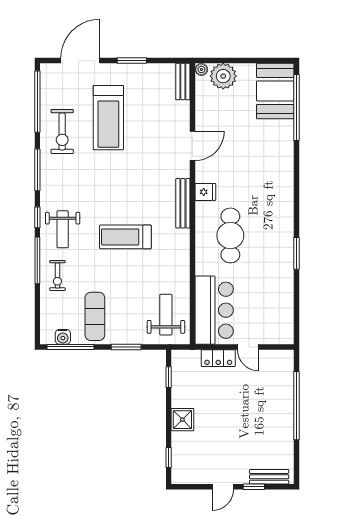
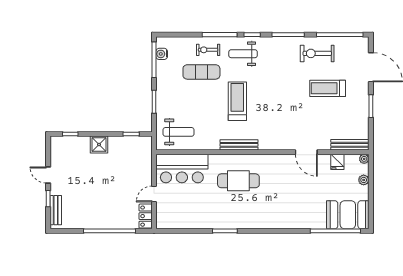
plant: (223, 76) -> (364, 180), width x0.53, depth x0.53
bench: (183, 82) -> (350, 145), width x1.36
treadmill: (108, 118) -> (328, 88), width x0.73, depth x0.73
fridge: (205, 192) -> (337, 162), moved
bench: (183, 203) -> (239, 145), moved
exercise mat: (95, 316) -> (201, 72), moved
locker: (218, 358) -> (146, 216), moved

